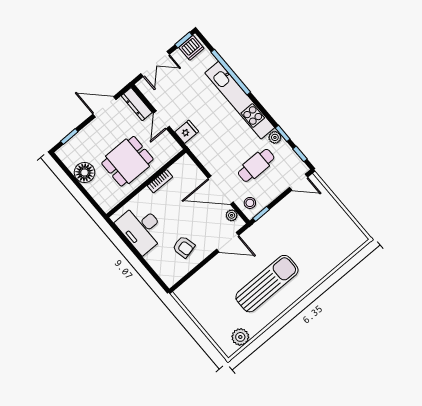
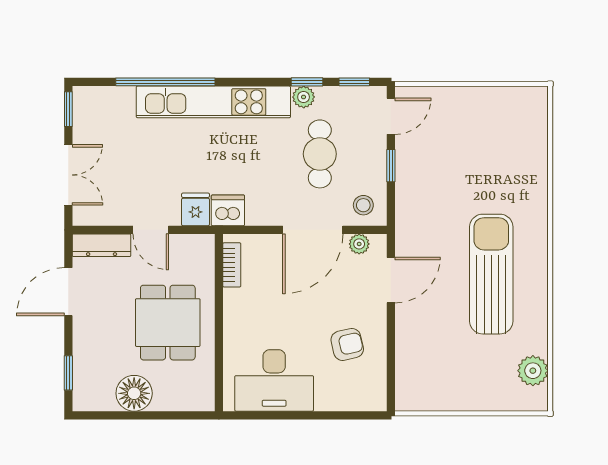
dishwasher: (191, 48) -> (228, 210), moved, turned -90
bookcase: (160, 181) -> (232, 265), moved
window: (261, 214) -> (391, 166), moved

